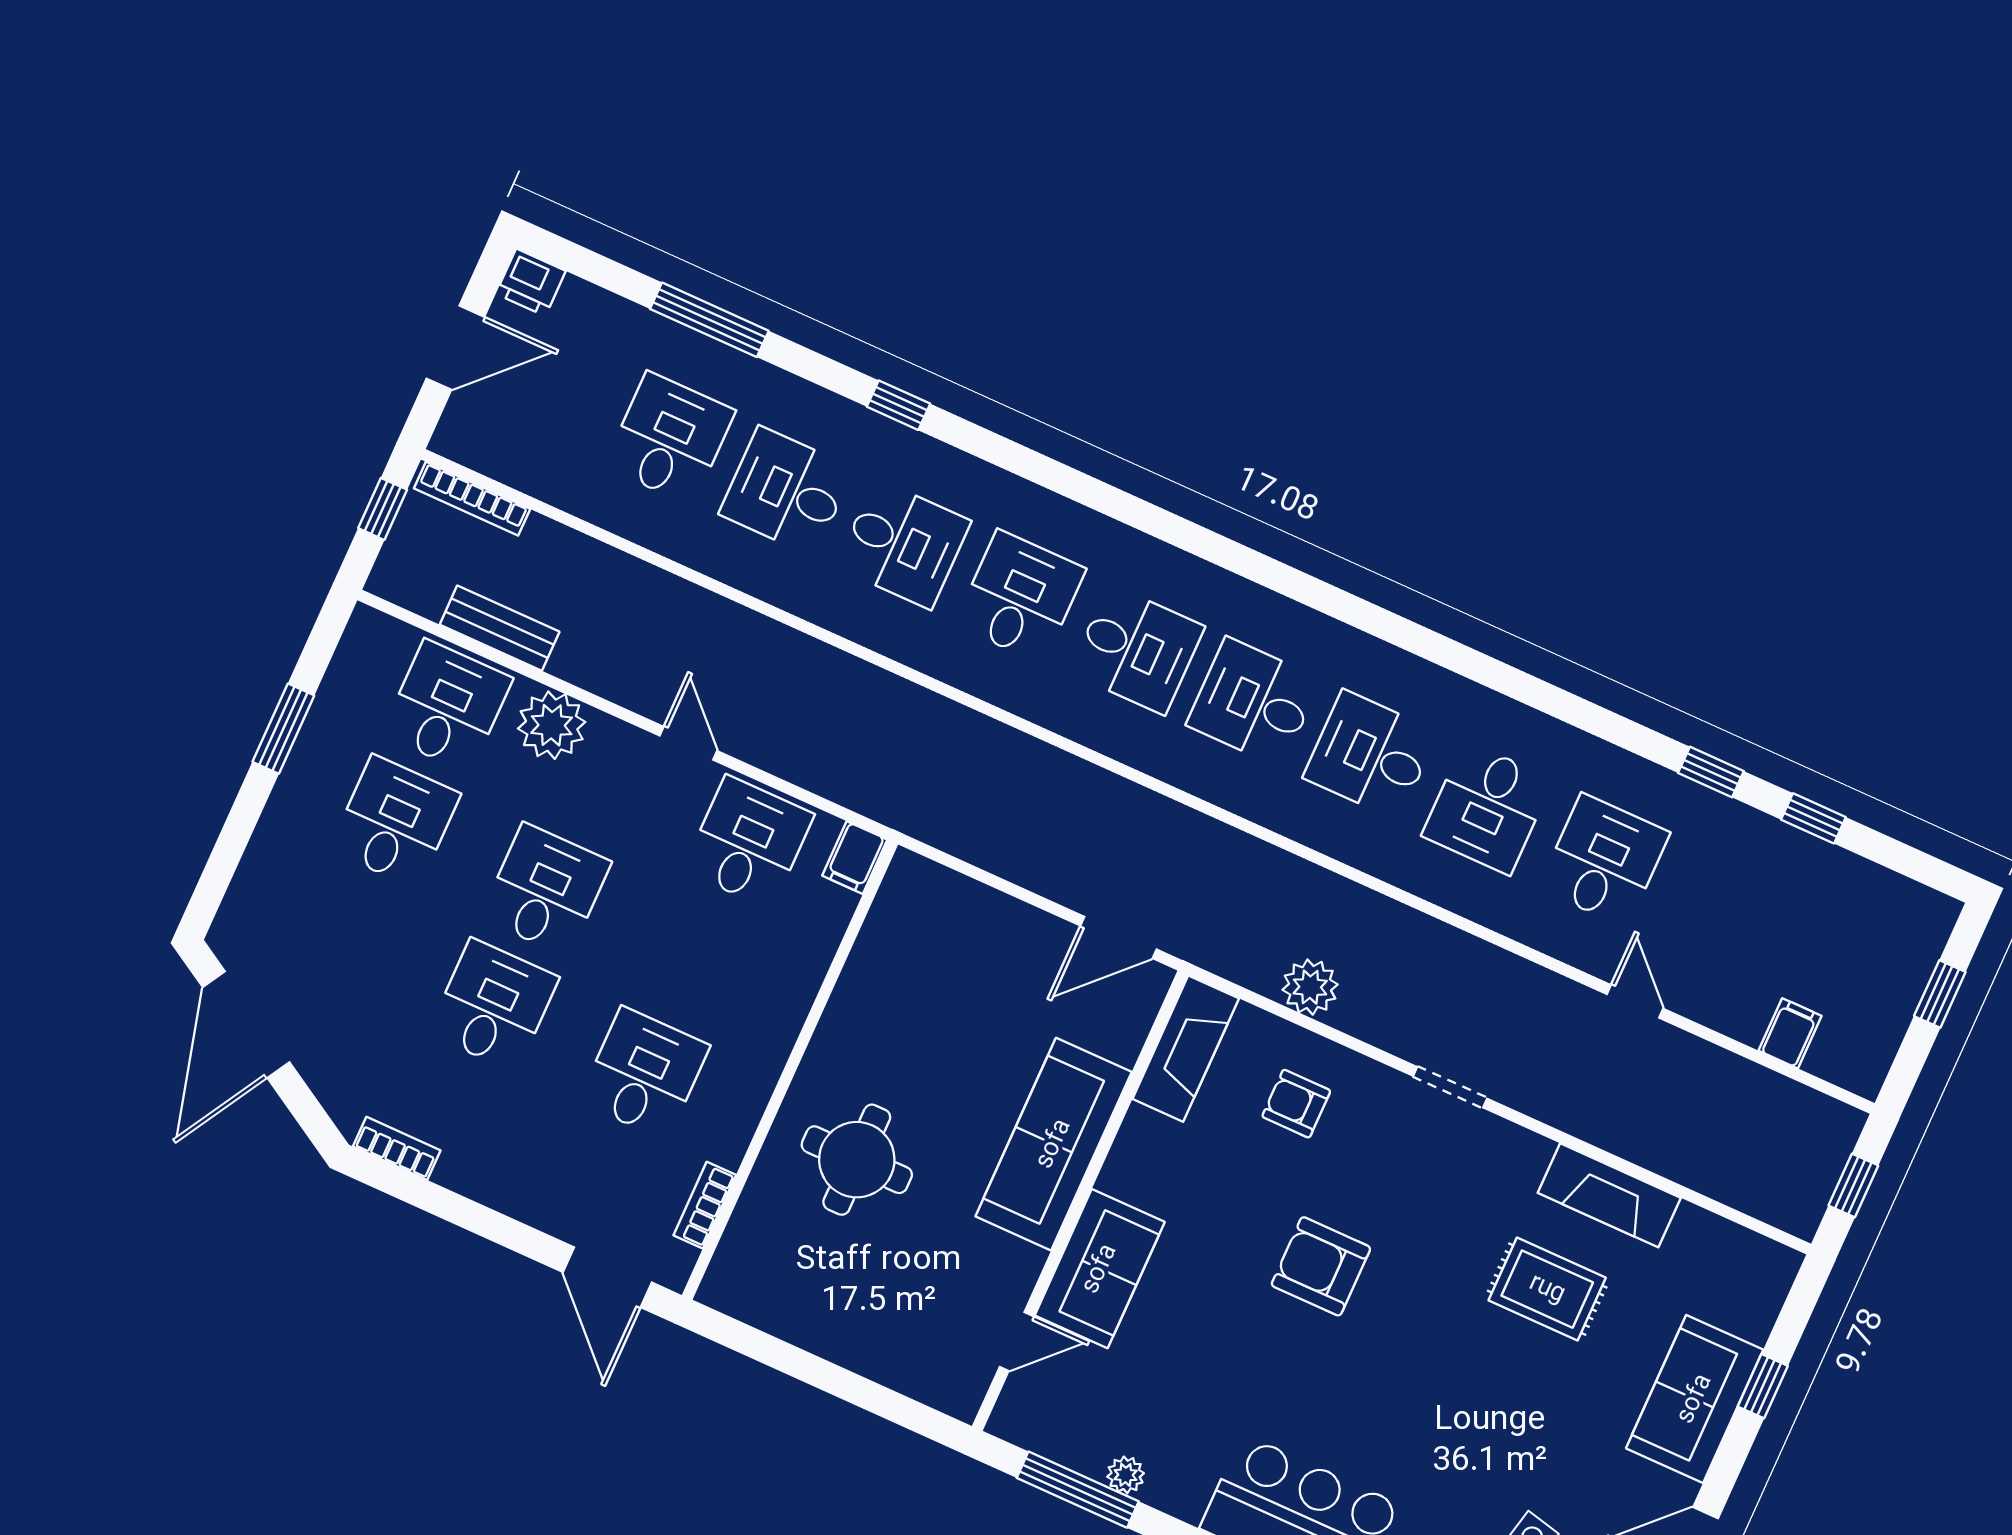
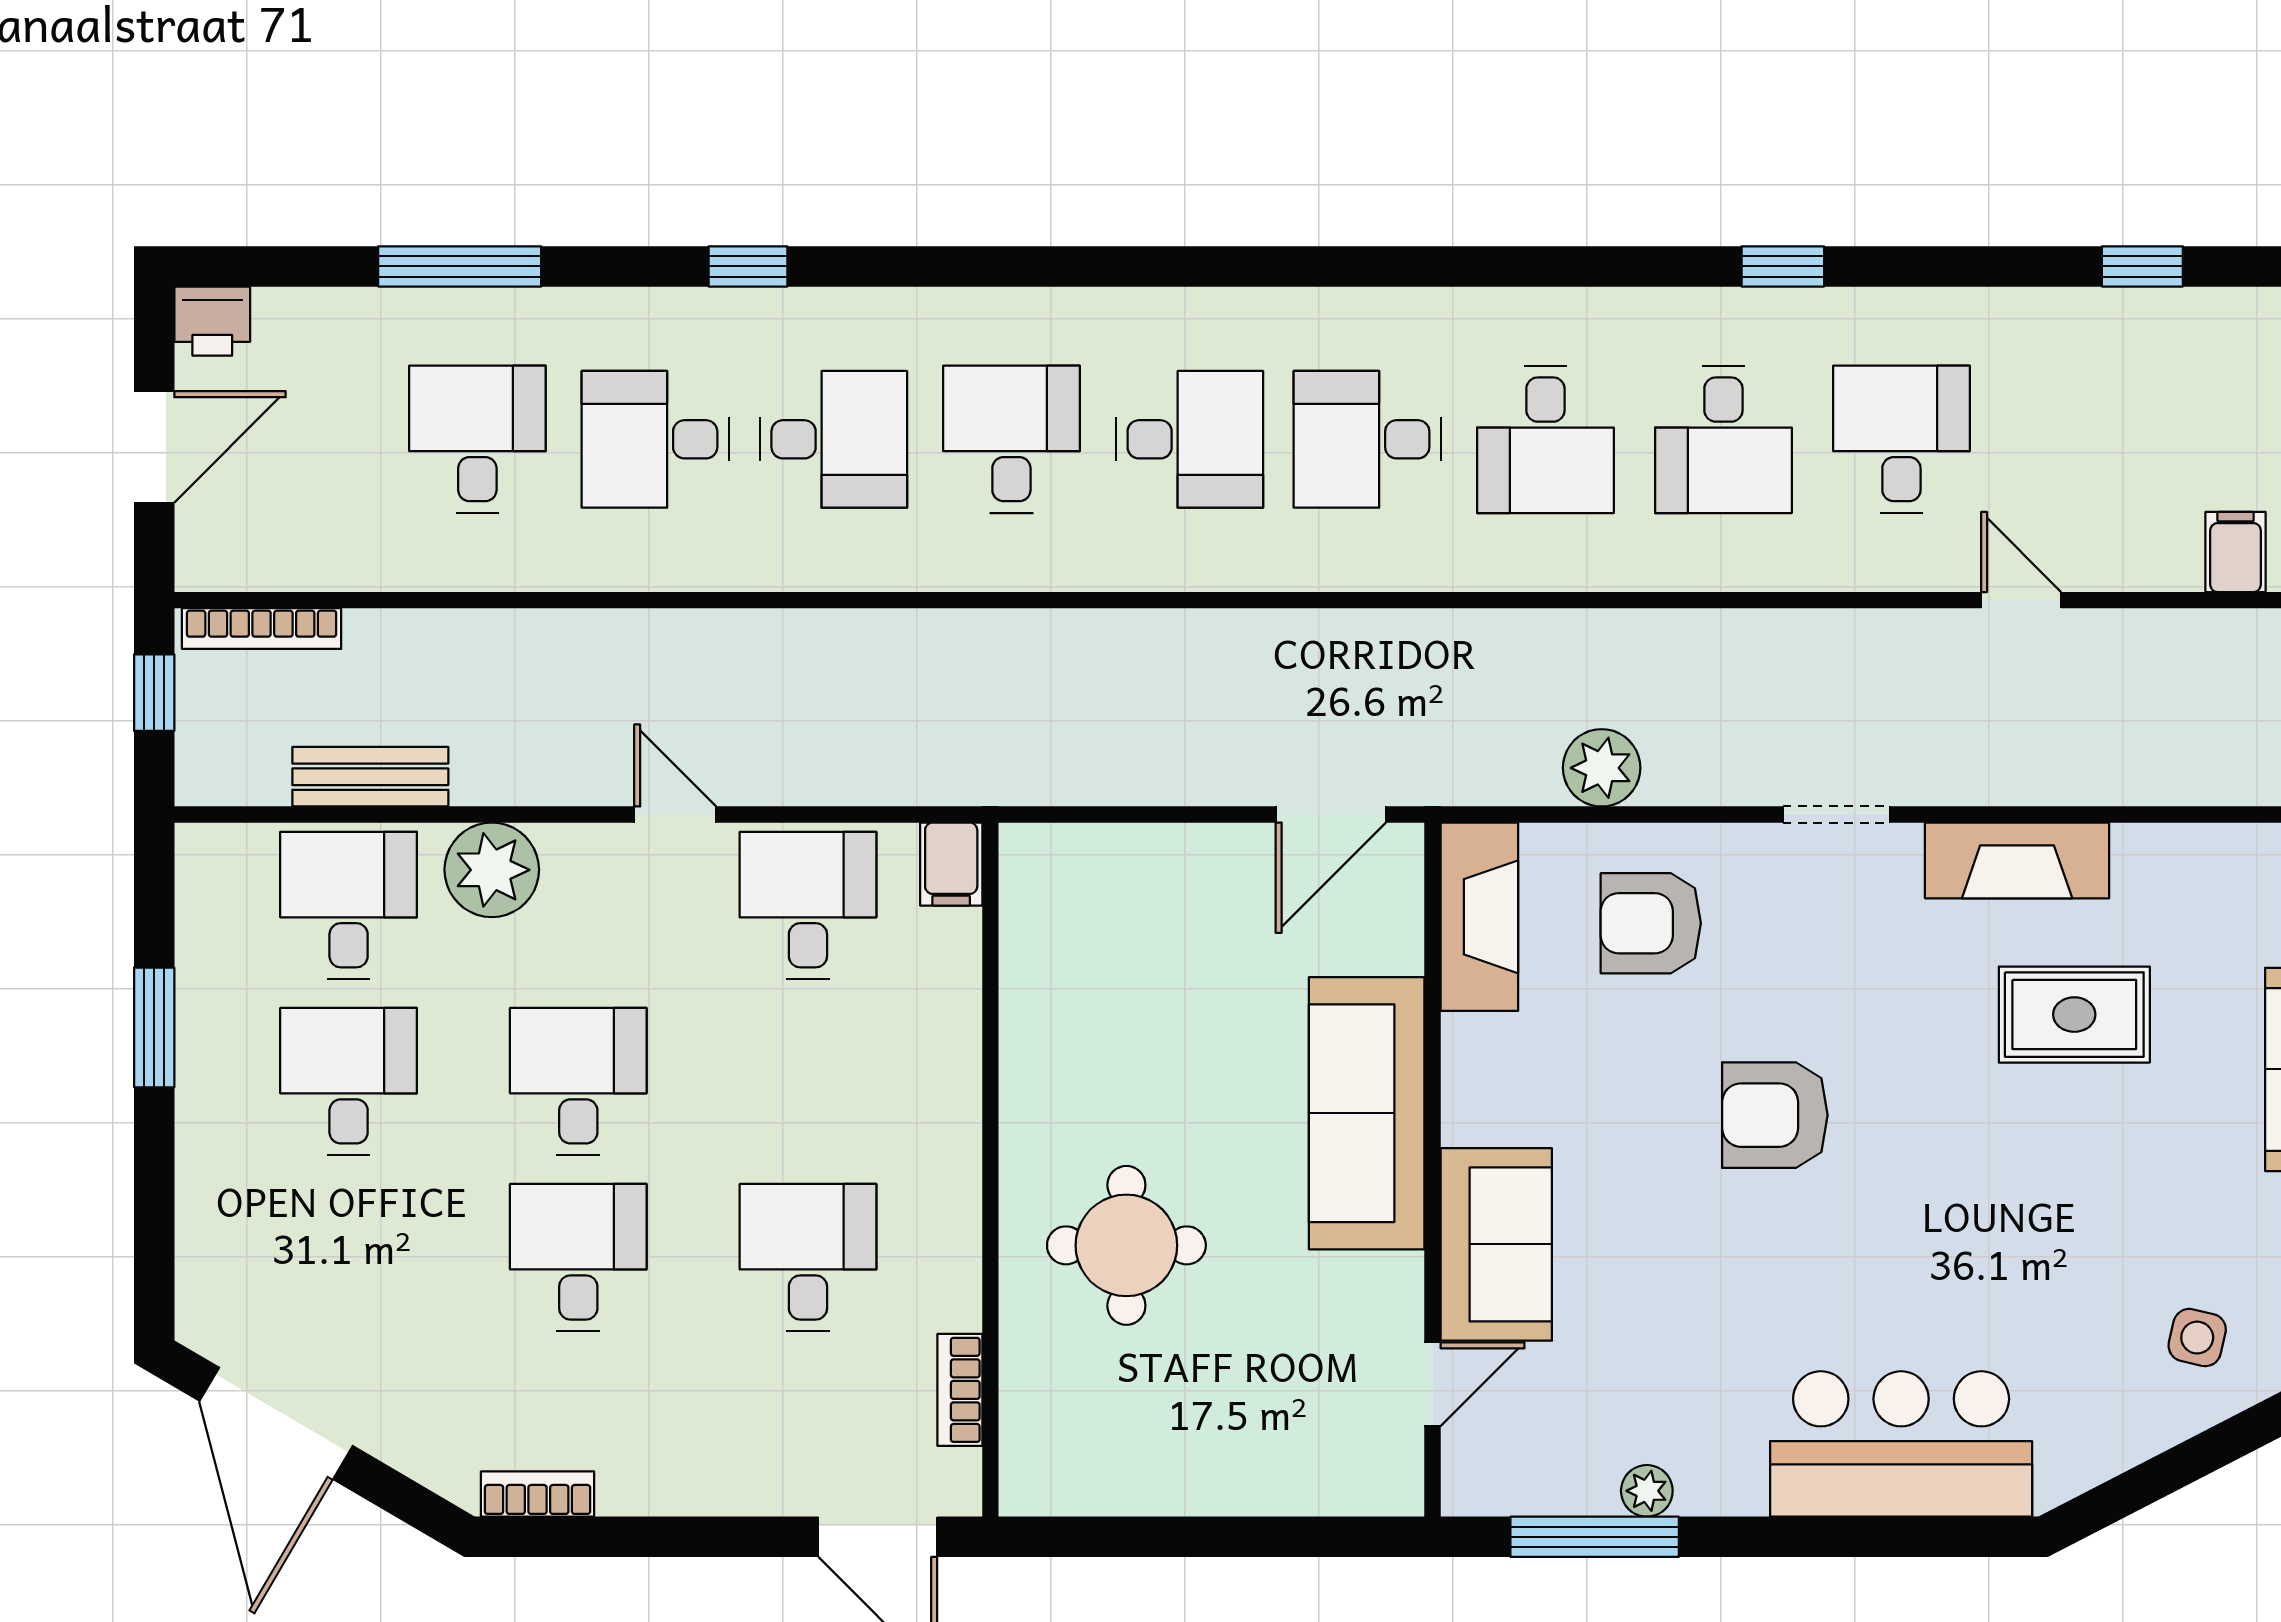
desk: (1371, 755) -> (1545, 439), turned -90
window: (1711, 772) -> (1783, 266), moved
armchair: (1296, 1104) -> (1651, 923), width x1.38, depth x1.38
fireplace: (1609, 1195) -> (2017, 860), moved

